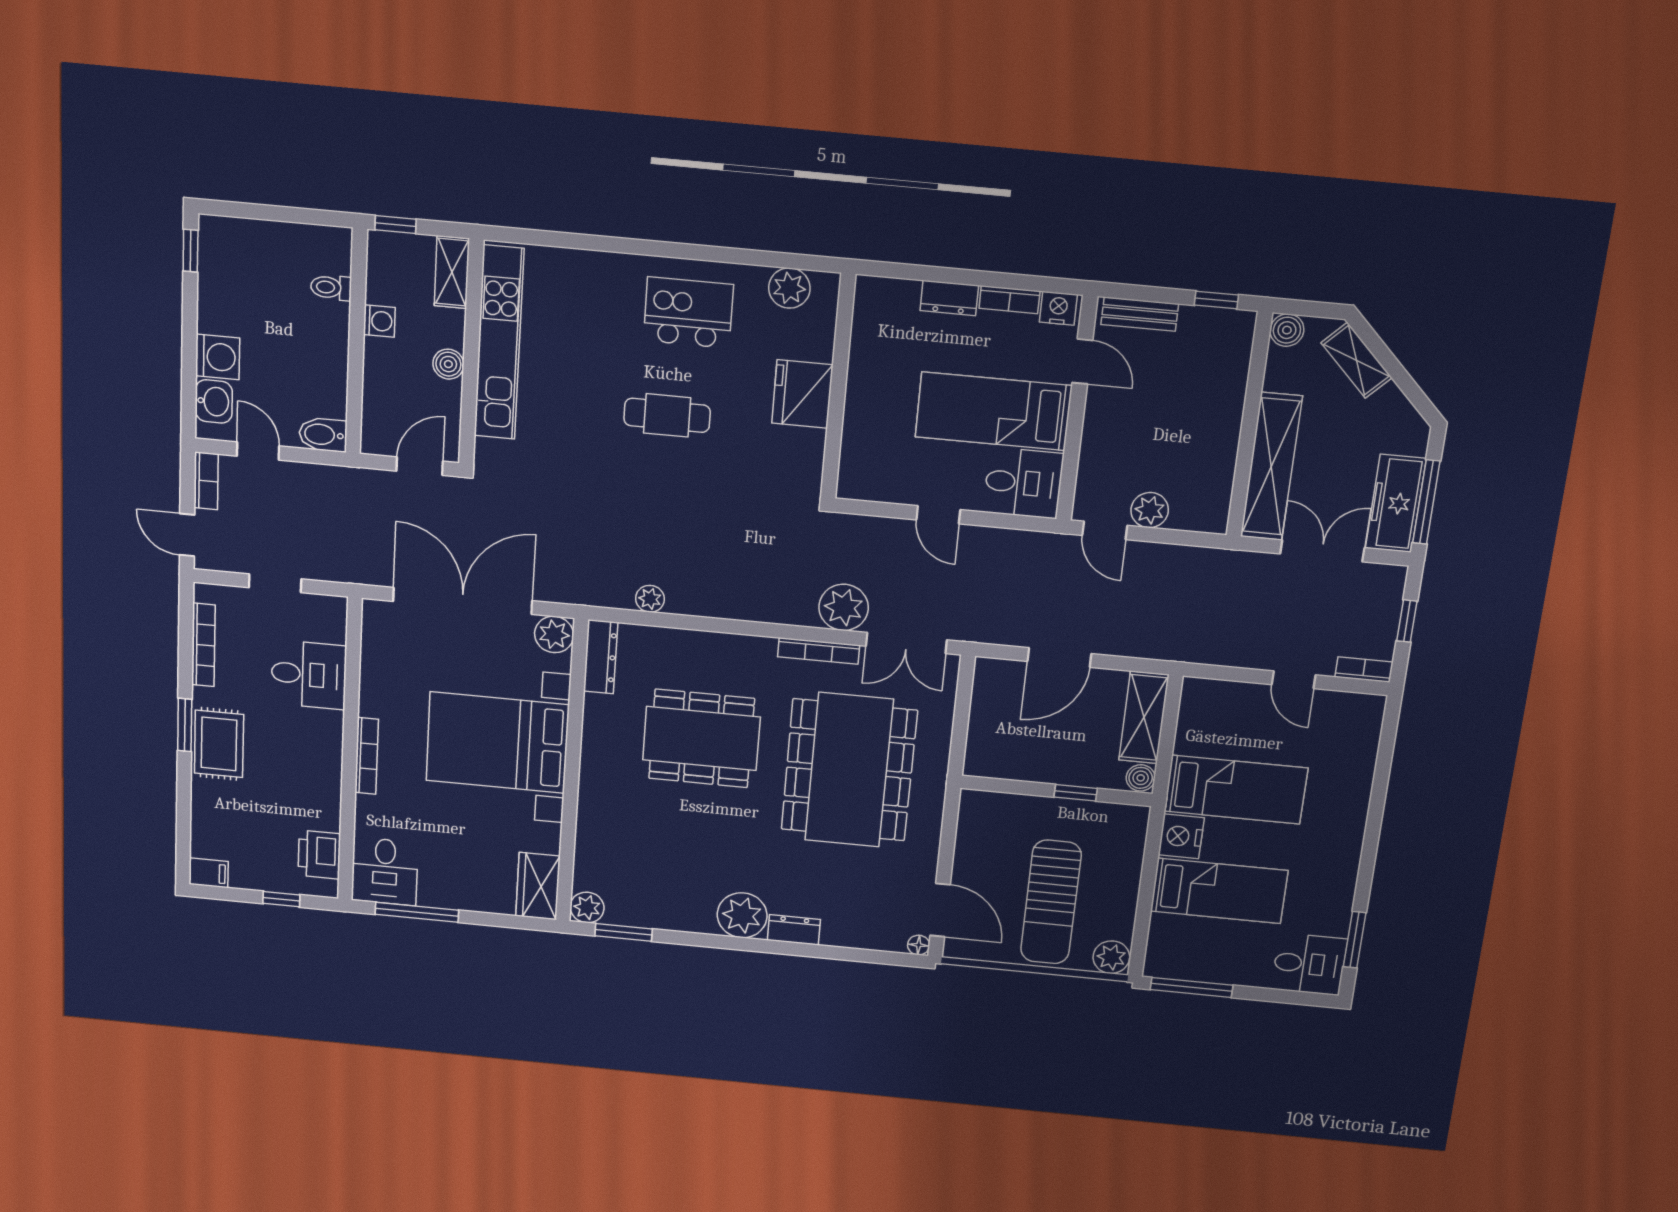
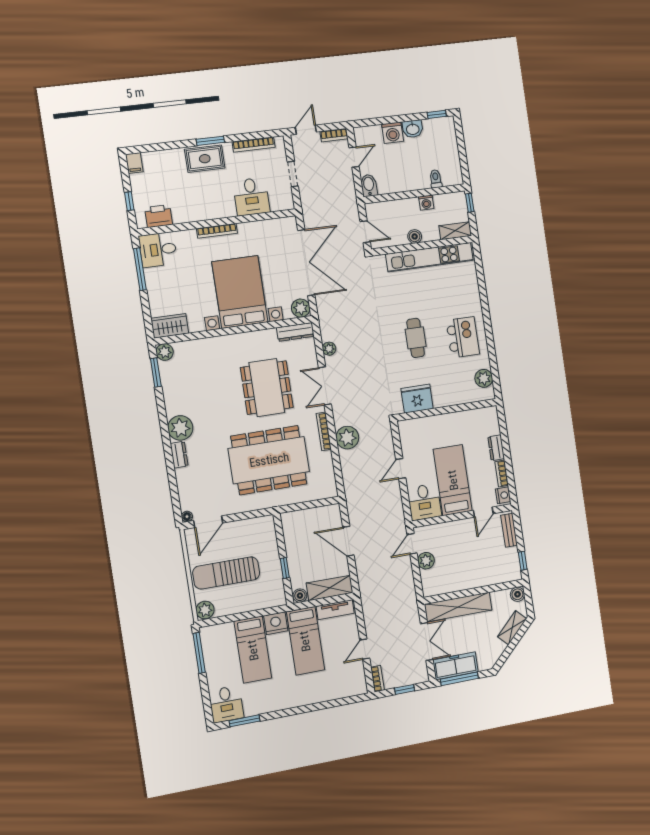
fridge: (802, 394) -> (417, 399), moved
washbasin: (214, 401) -> (413, 129), moved
double door: (906, 643) -> (325, 386), moved
tv unit: (1192, 718) -> (335, 610), added

